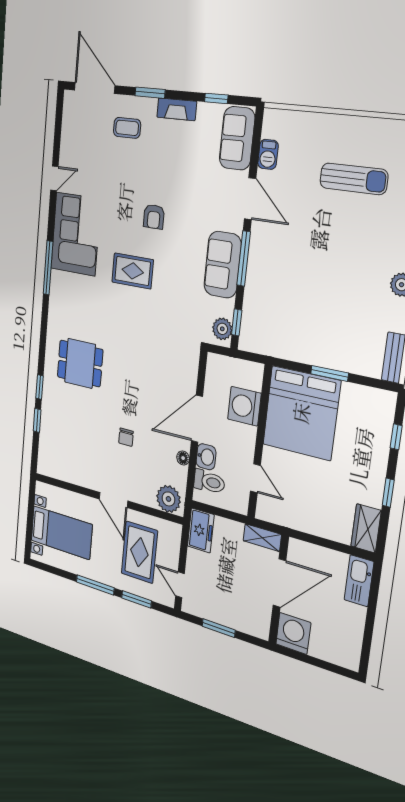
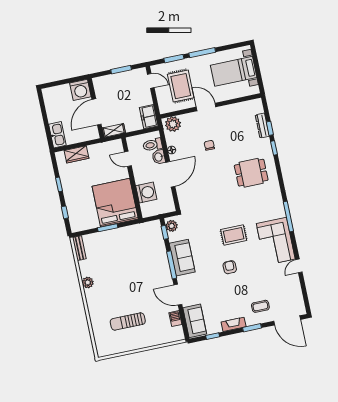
dresser: (46, 430) -> (262, 126), added
wardrobe: (366, 528) -> (76, 154), moved, turned 90

